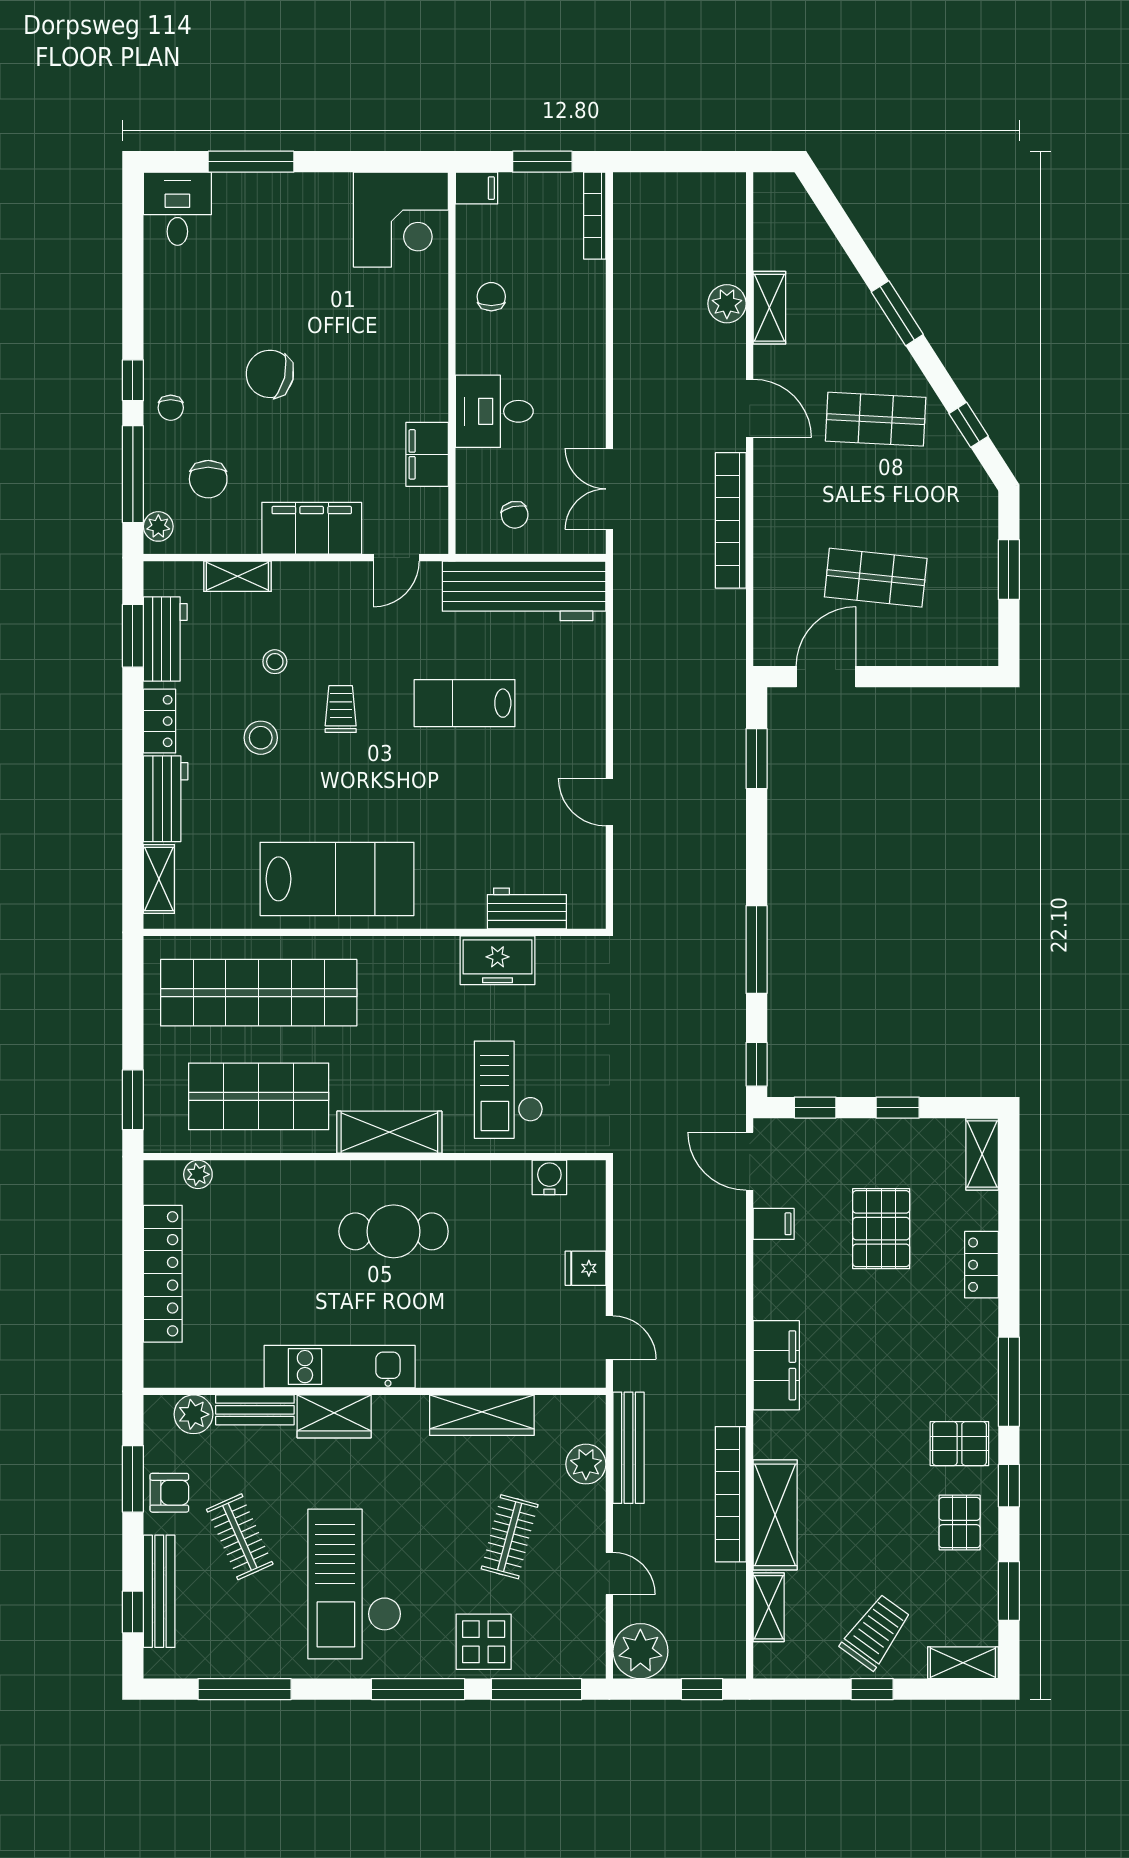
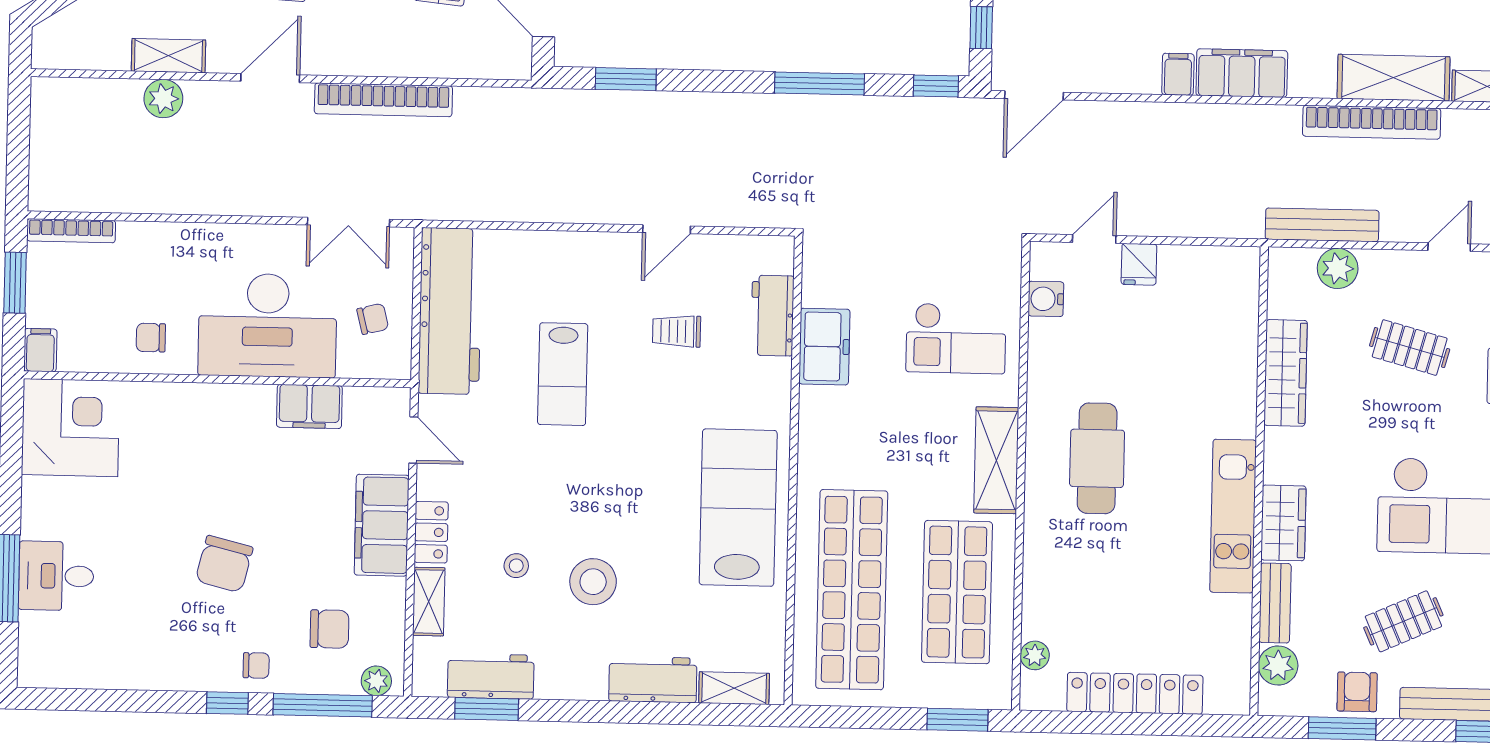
desk: (177, 209) -> (56, 576), moved
desk: (494, 411) -> (267, 325), width x1.87, depth x1.30
trolley: (341, 709) -> (677, 331), moved
locker: (160, 721) -> (431, 532), moved, turned 90
stool: (261, 738) -> (593, 582), width x1.38, depth x1.38
filing cabinet: (774, 1224) -> (1178, 74), moved
door: (609, 1338) -> (1094, 239), moved

